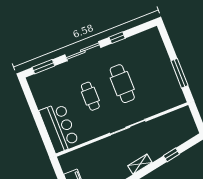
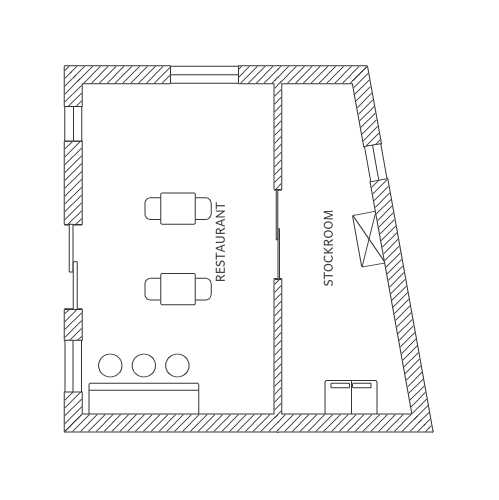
window: (117, 38) -> (73, 124), moved
cafe table: (122, 84) -> (178, 209), width x0.73, depth x0.74
bar counter: (59, 128) -> (144, 384), moved

